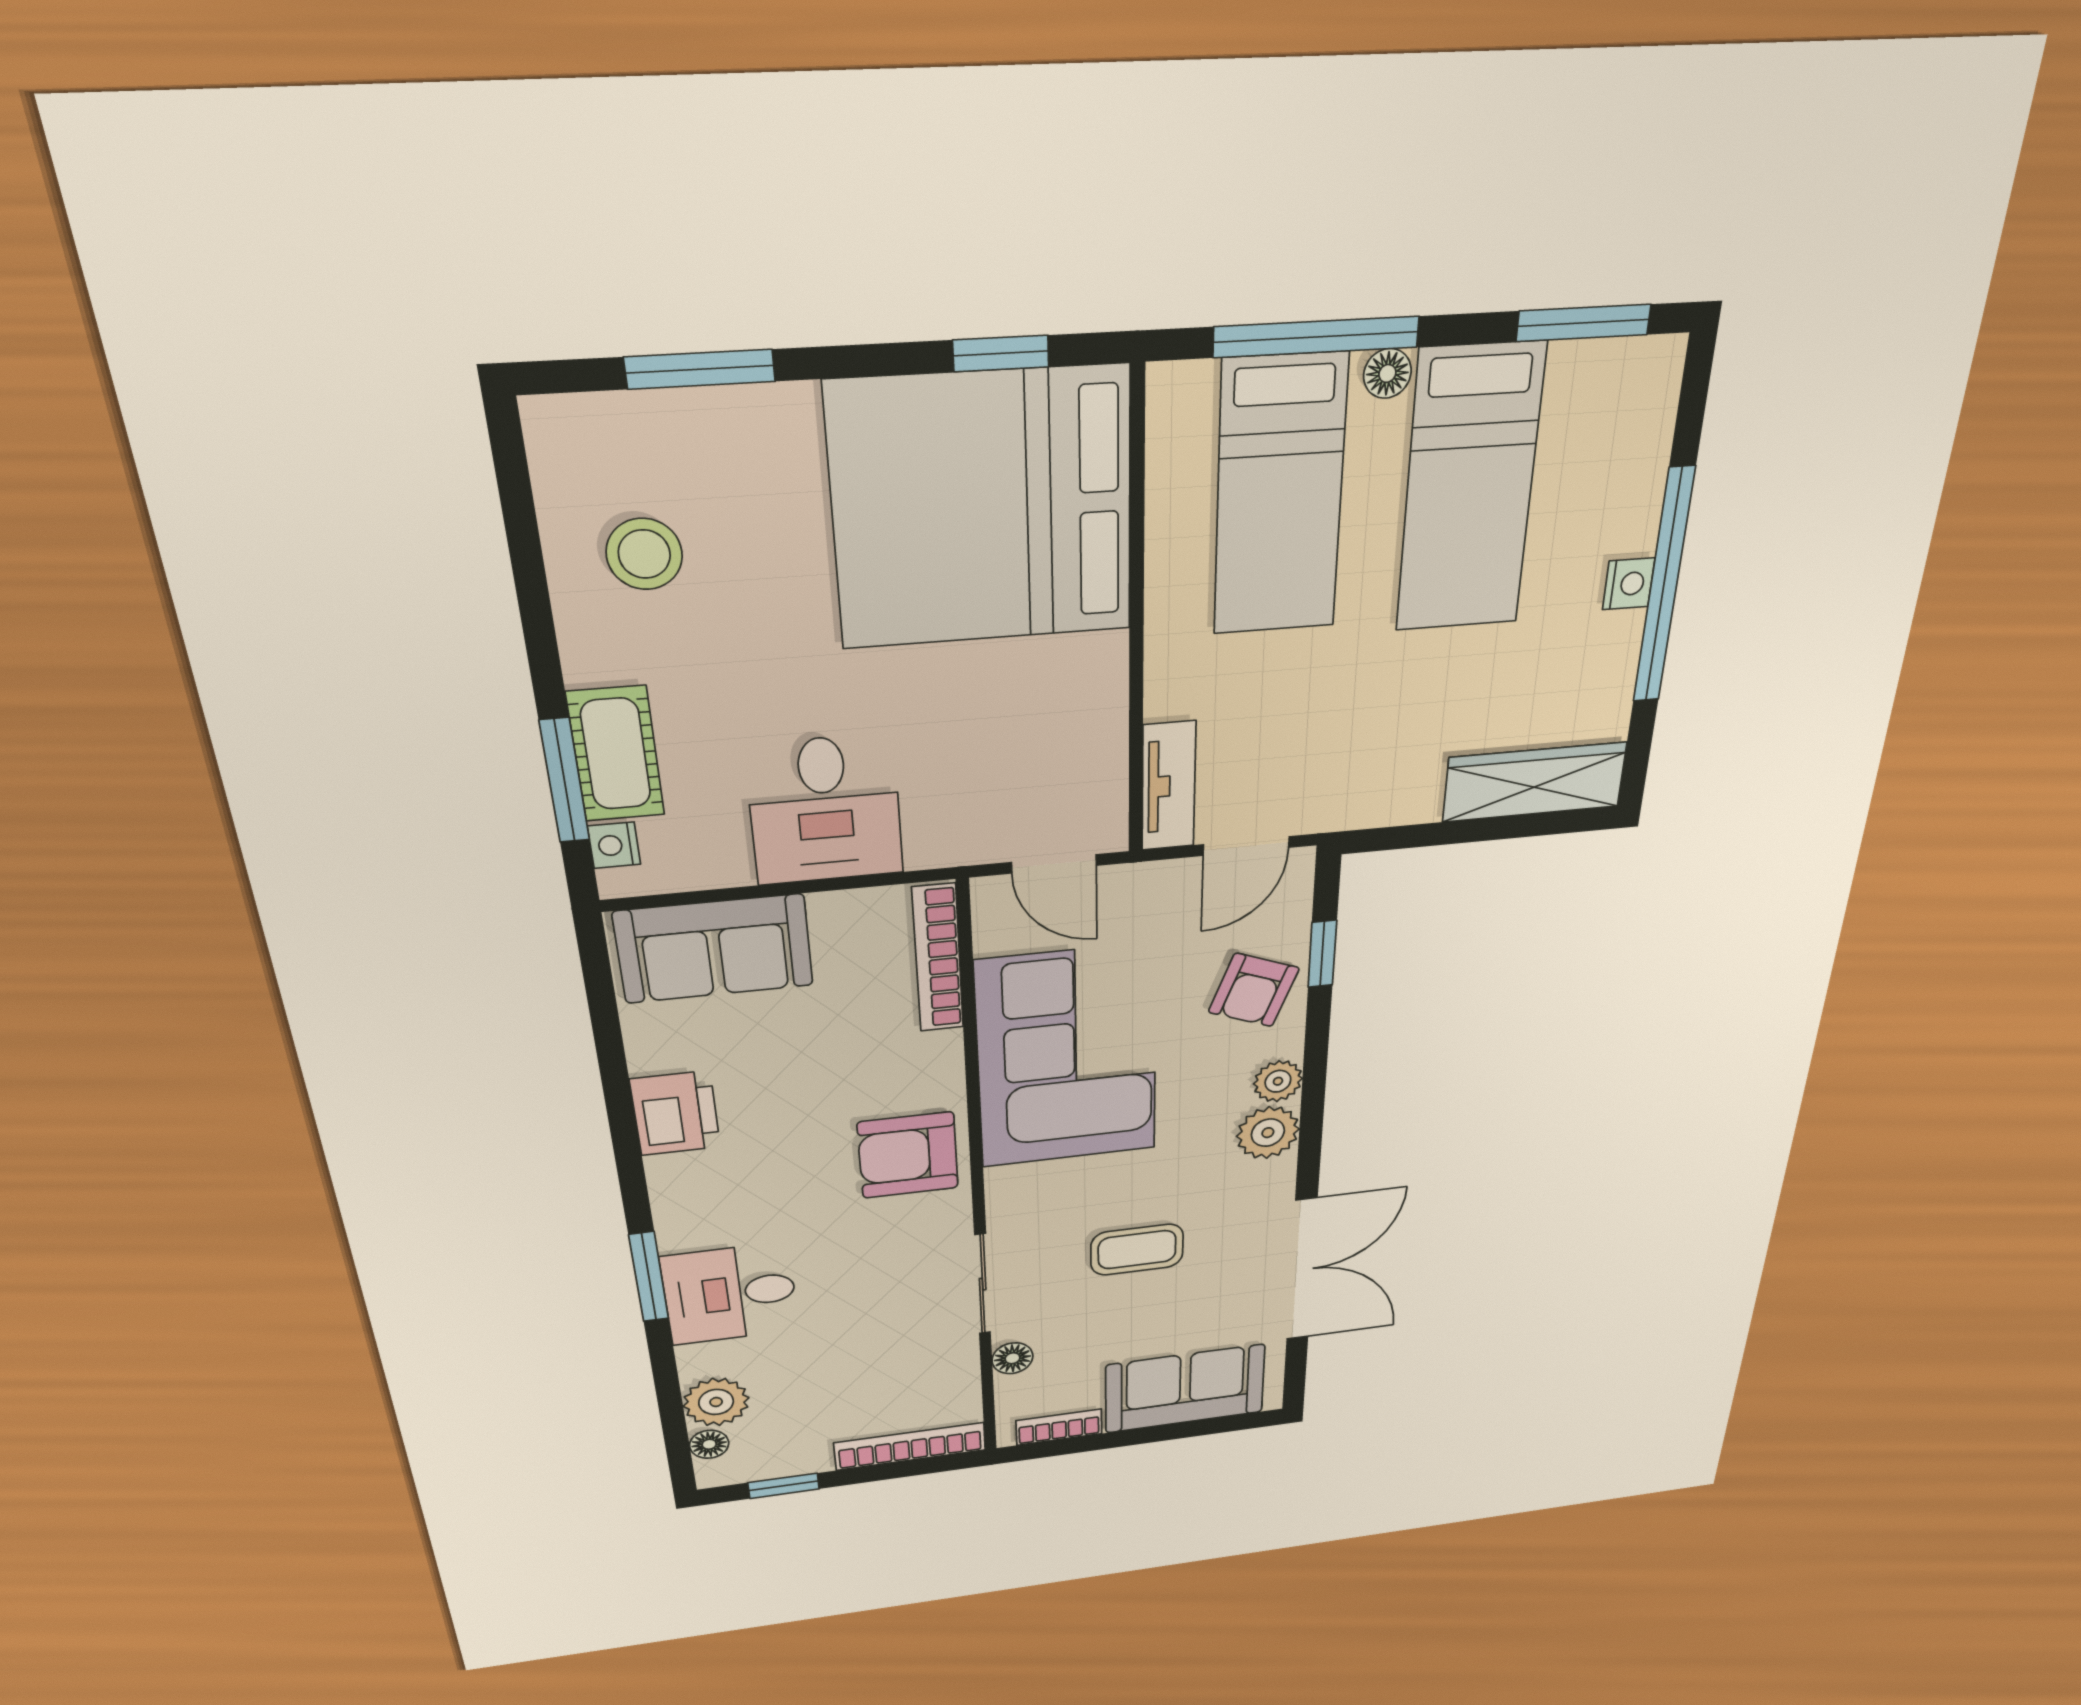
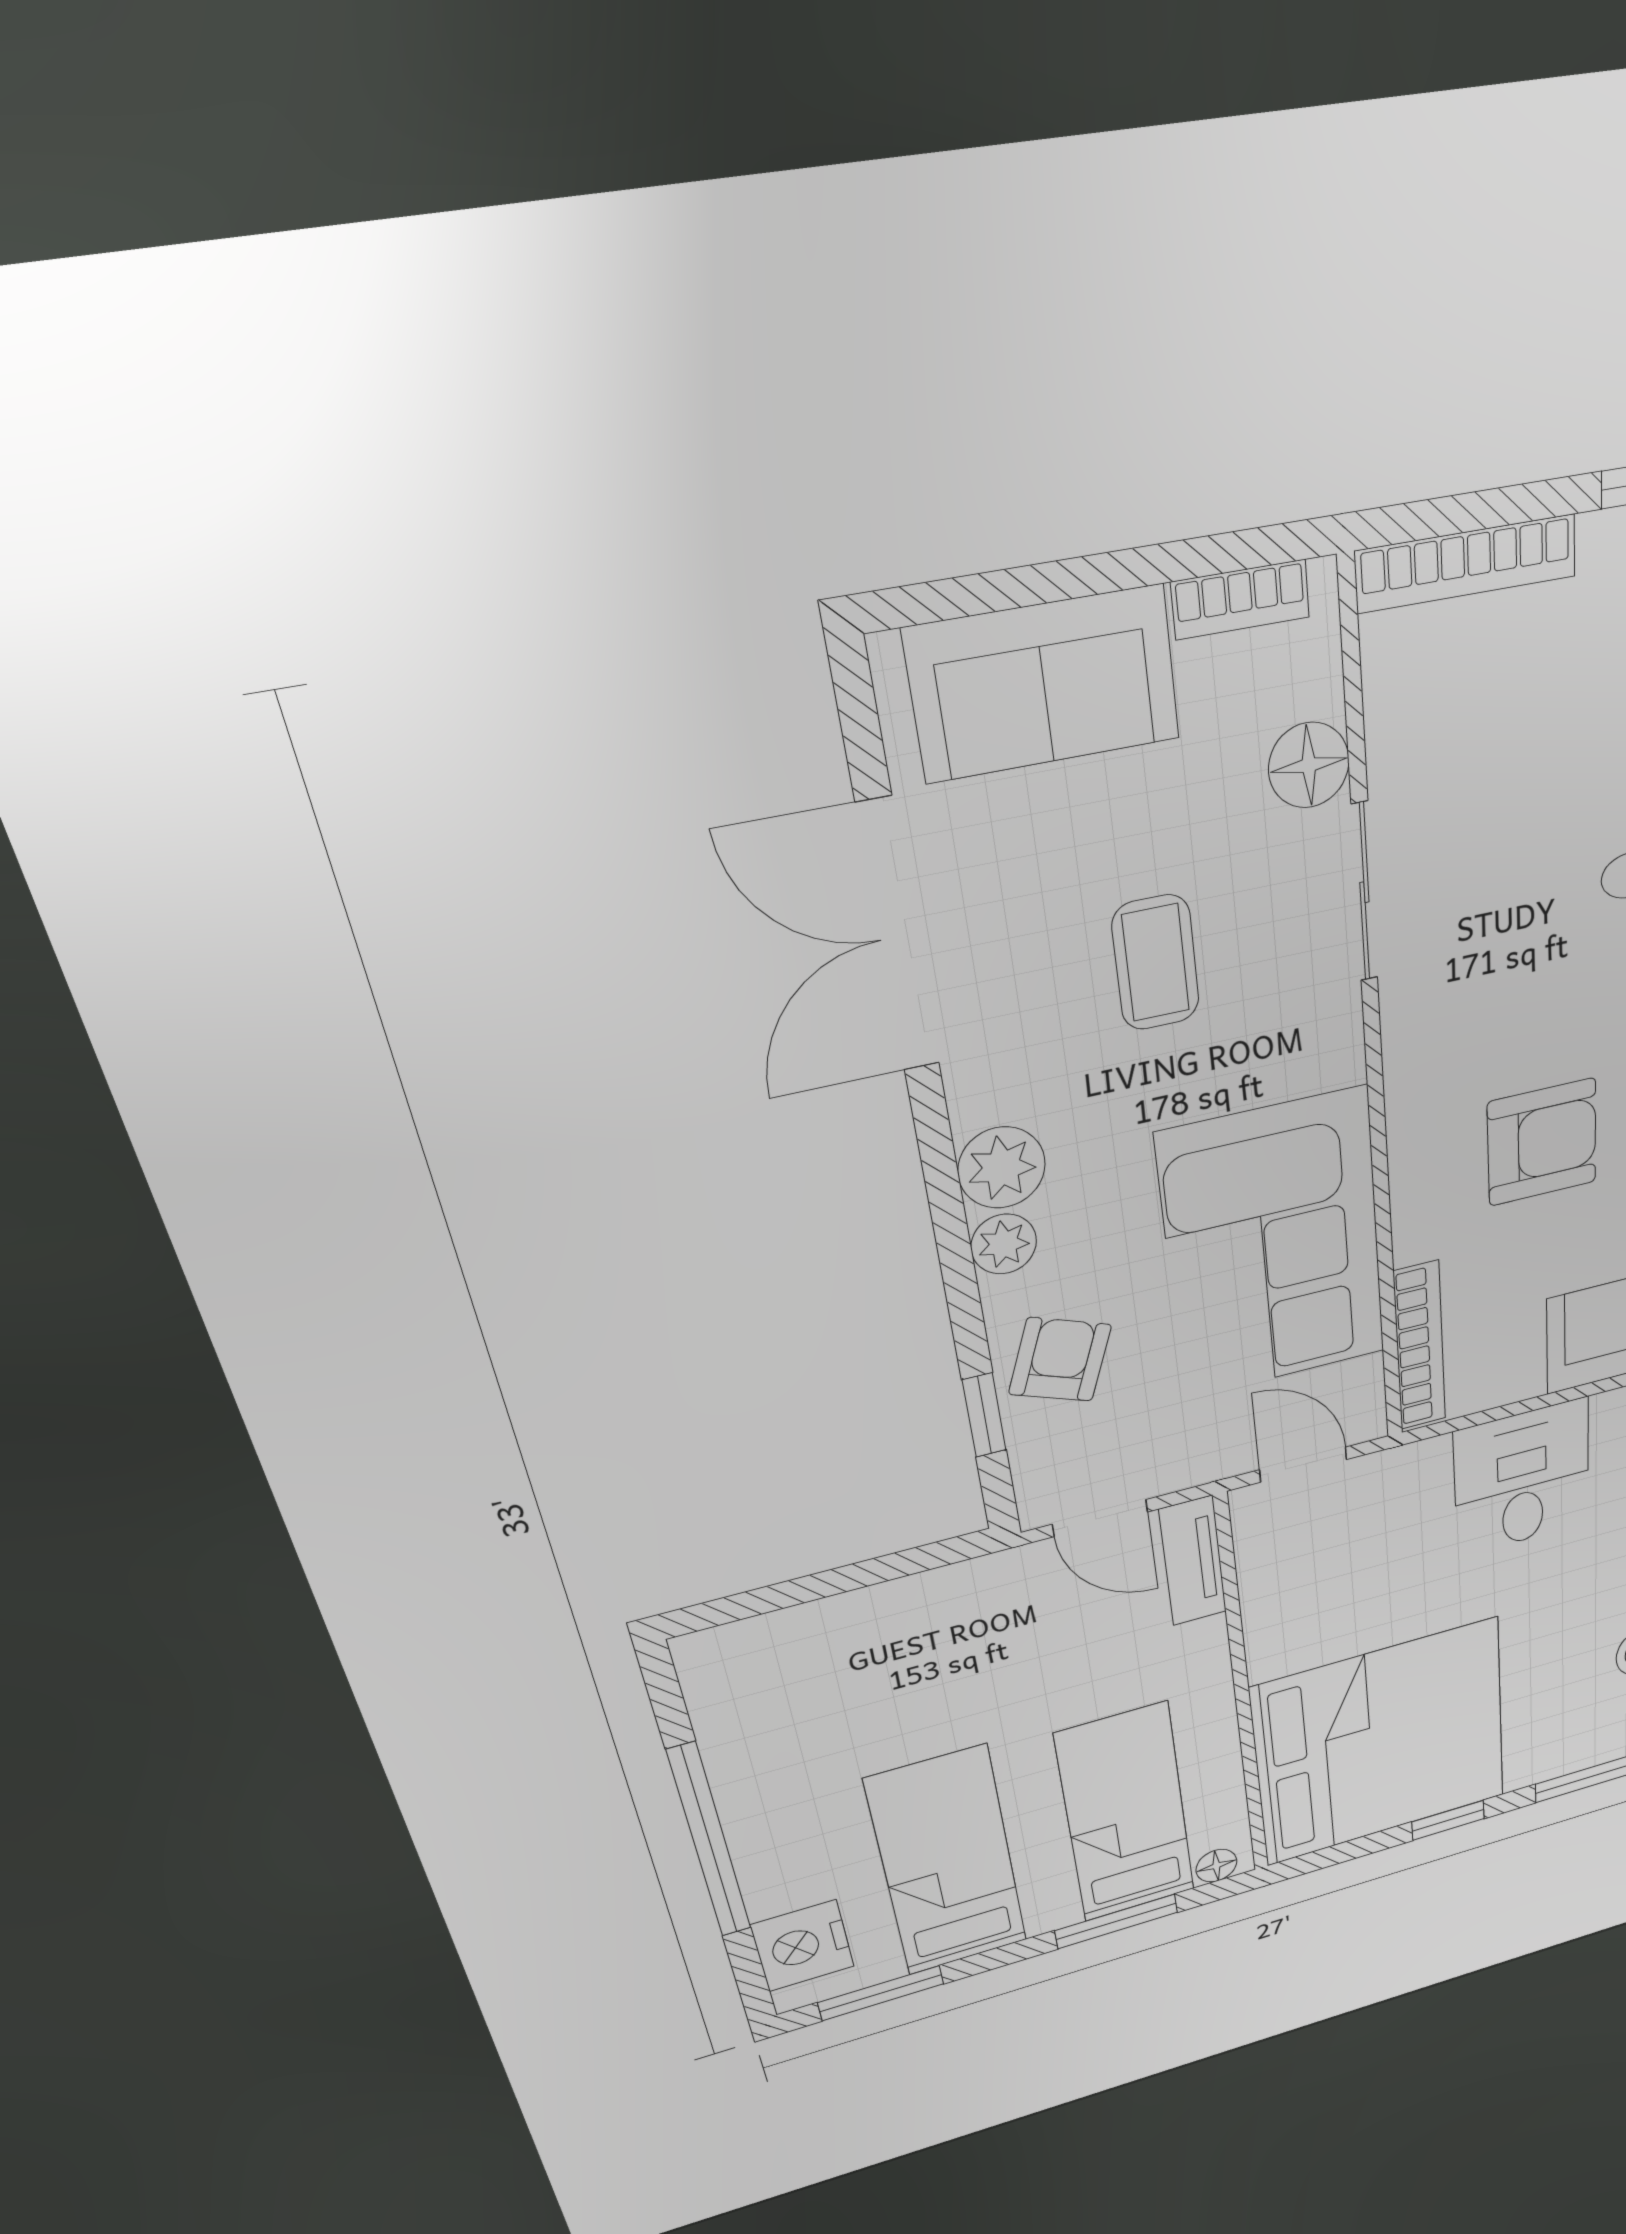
window: (1316, 337) -> (1116, 1921), width x0.69
window: (1001, 353) -> (1448, 1820), moved
floor lamp: (1387, 373) -> (1216, 1866), moved
nightstand: (1629, 584) -> (803, 1946), moved, width x1.89, depth x1.79
wardrobe: (1534, 782) -> (781, 1643), removed
door: (1246, 846) -> (1100, 1518), swing flipped
armchair: (908, 1155) -> (1542, 1142), moved
coffee table: (1137, 1250) -> (1156, 963), turned 90
floor lamp: (1012, 1358) -> (1309, 765), width x1.37, depth x1.37

